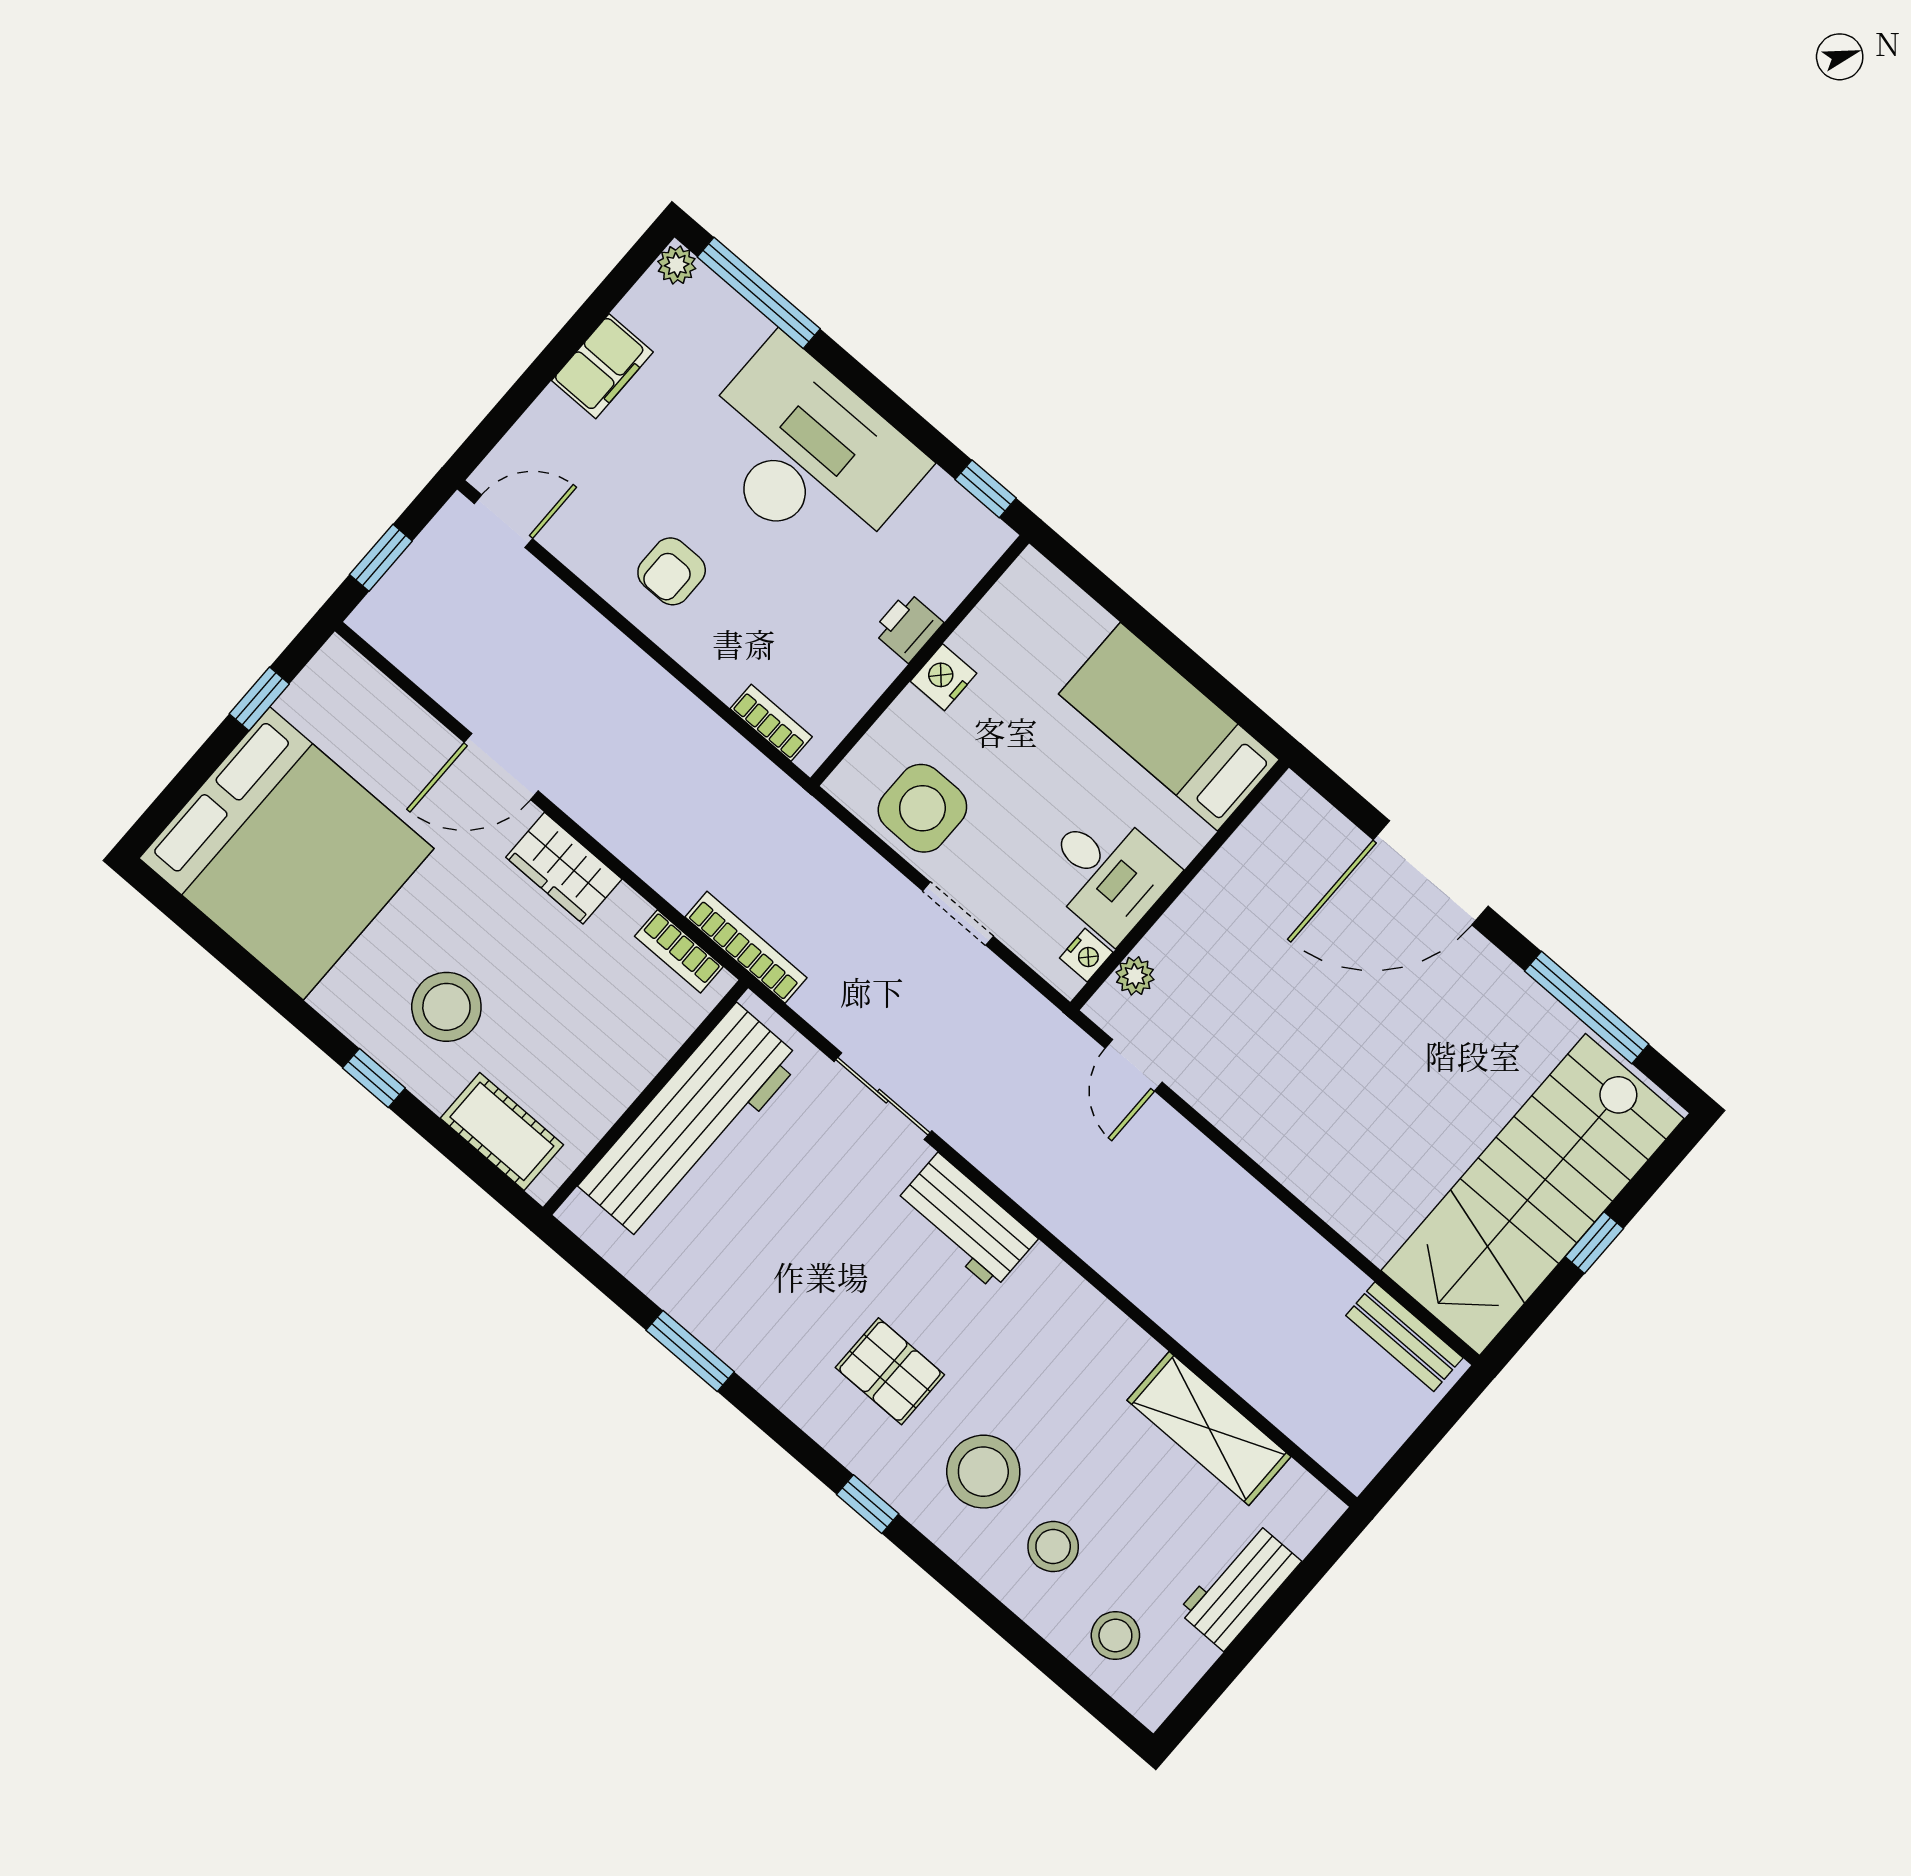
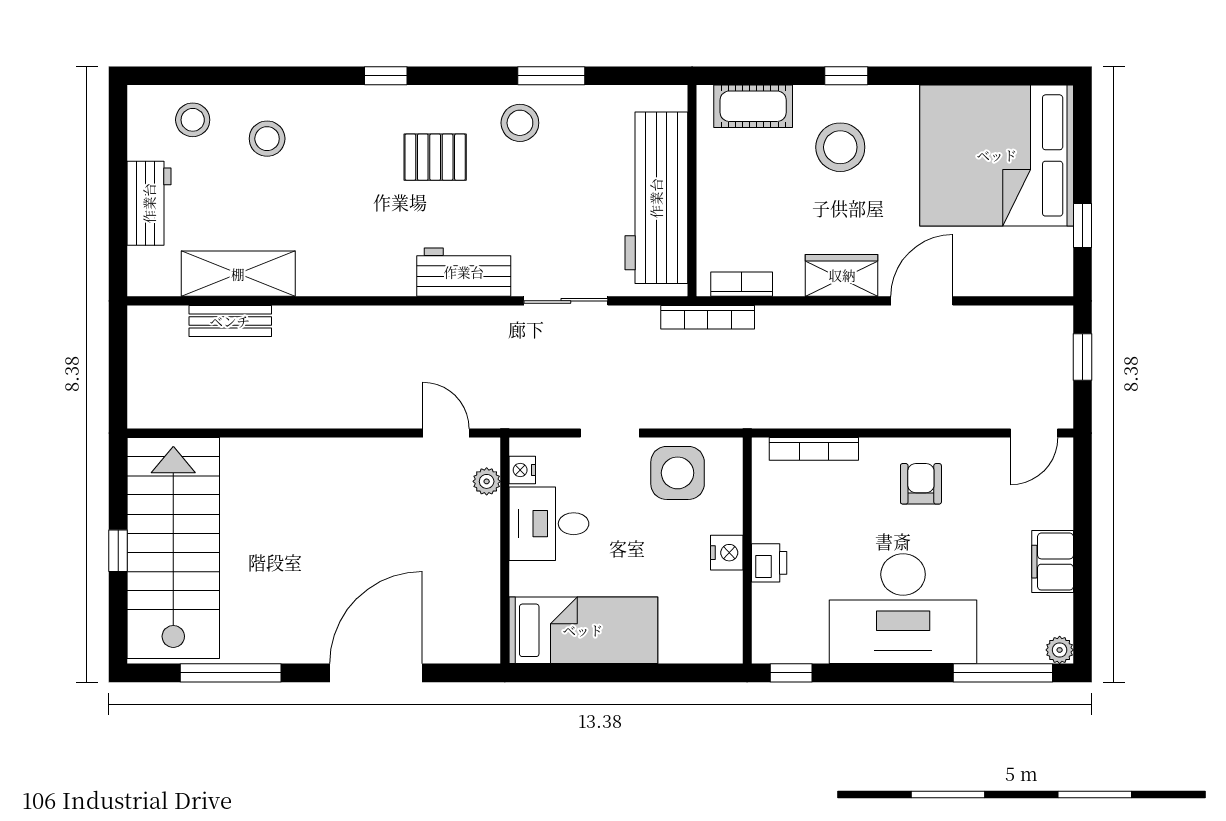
bookcase: (771, 723) -> (814, 449), width x1.56
bench: (1404, 1337) -> (230, 321), moved
stool: (983, 1472) -> (520, 123), moved, width x0.73, depth x0.73

